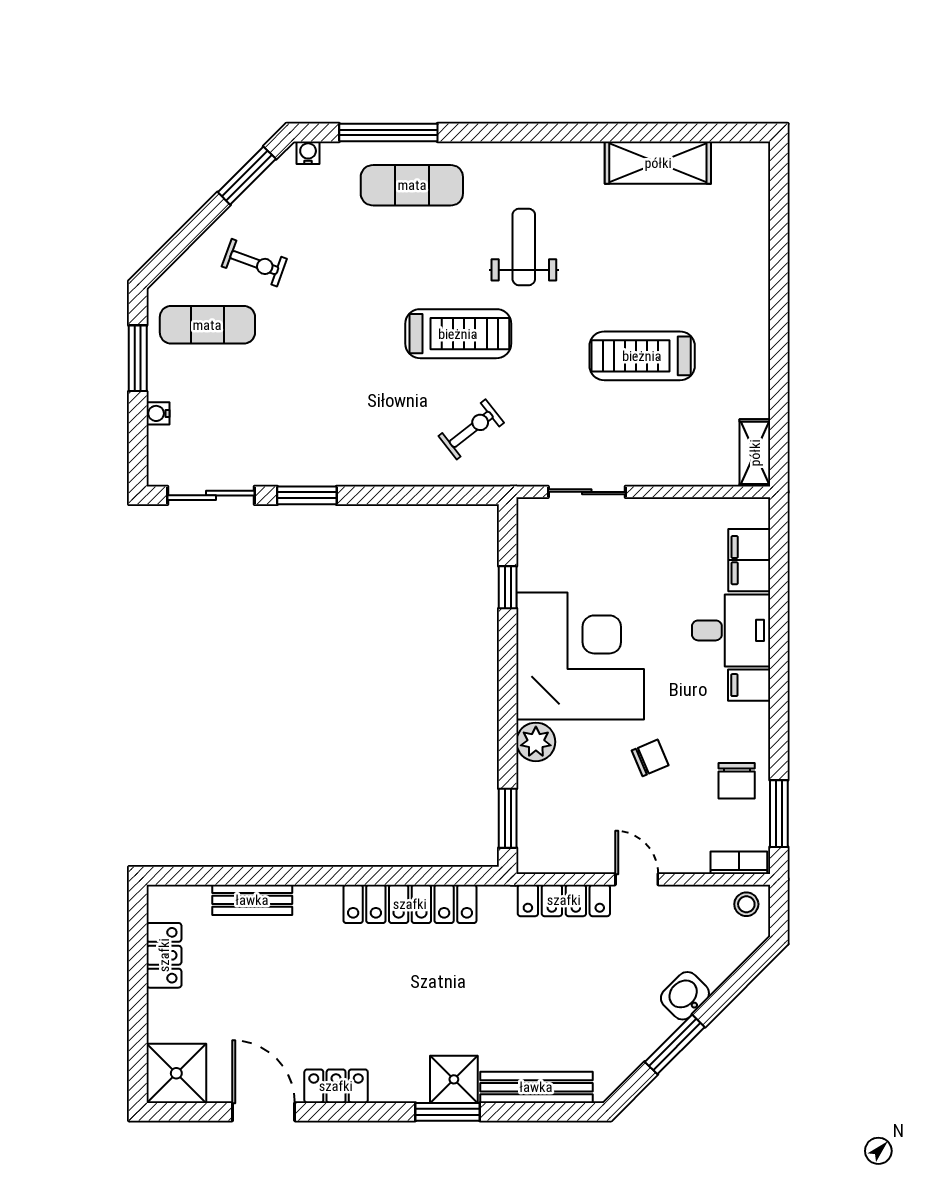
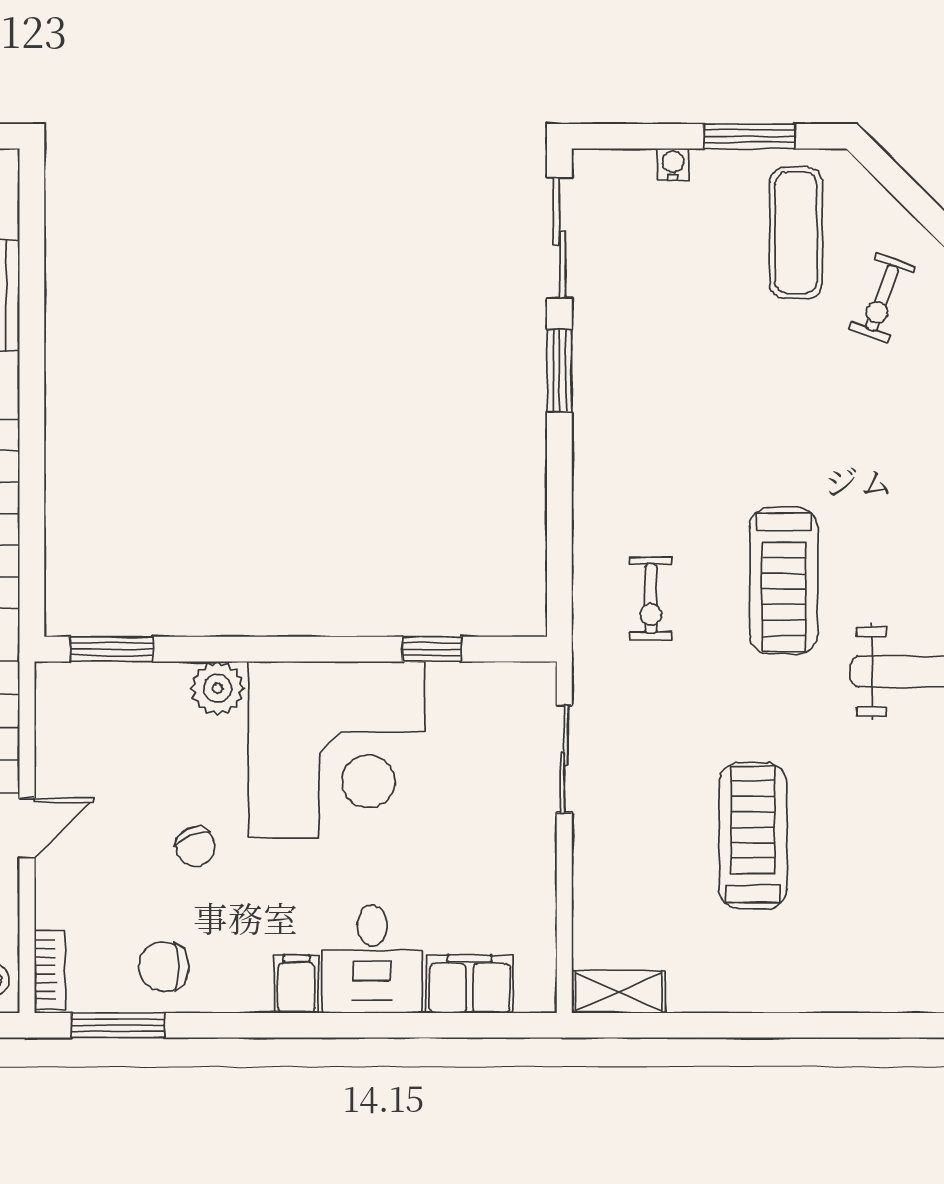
exercise bike: (471, 429) -> (651, 599), turned 38

